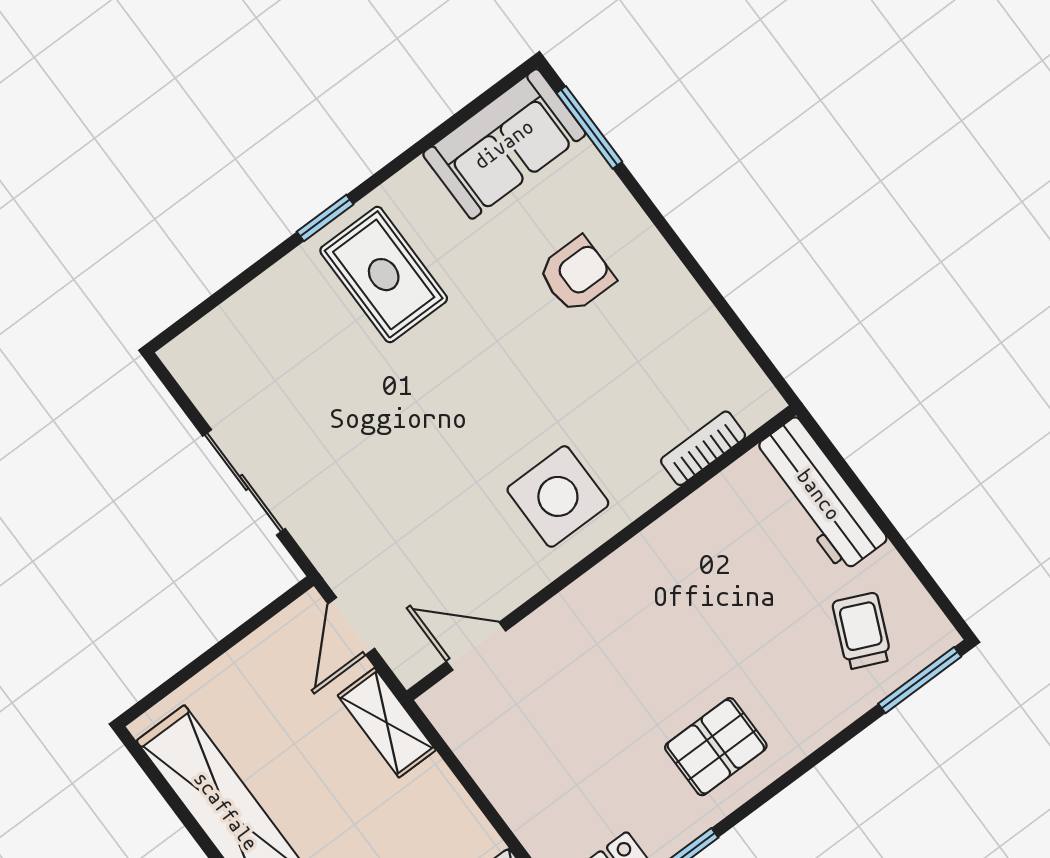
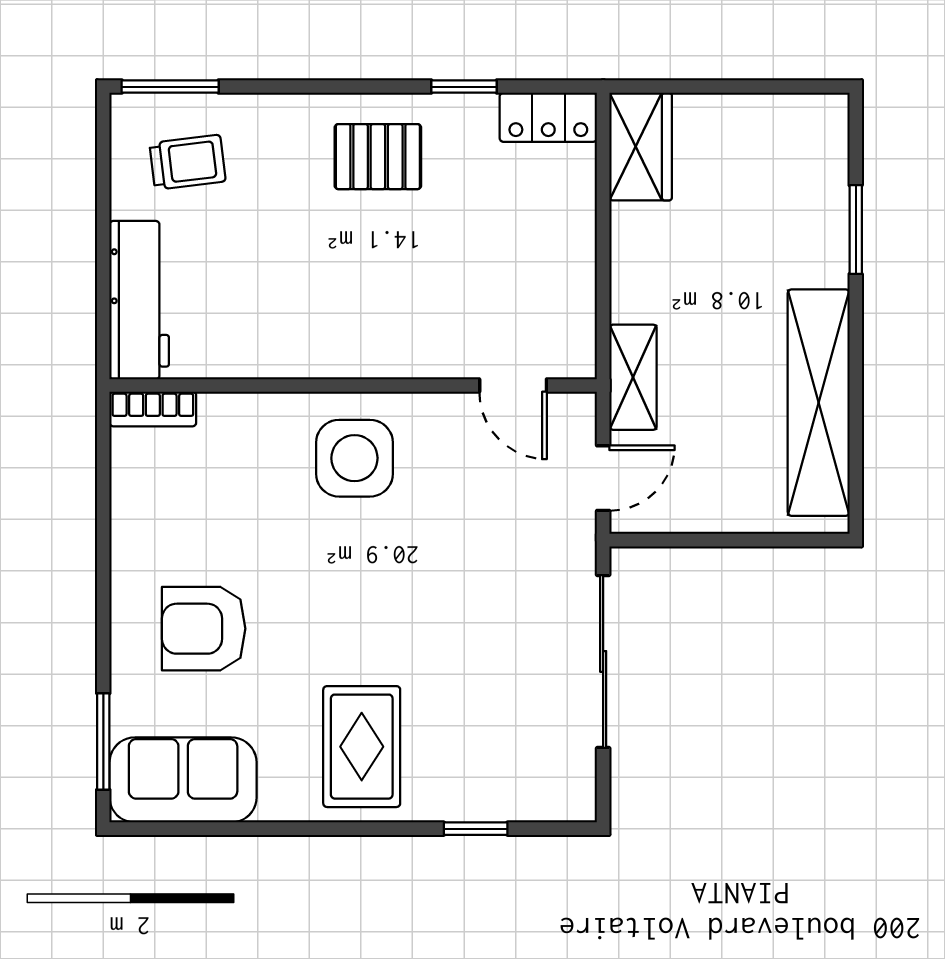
window: (325, 218) -> (476, 829), moved
armchair: (576, 275) -> (204, 629), width x1.38, depth x1.38
bookcase: (703, 448) -> (153, 409), moved
sliding door: (244, 482) -> (603, 661), width x1.37
trolley: (862, 631) -> (188, 162), turned -121

